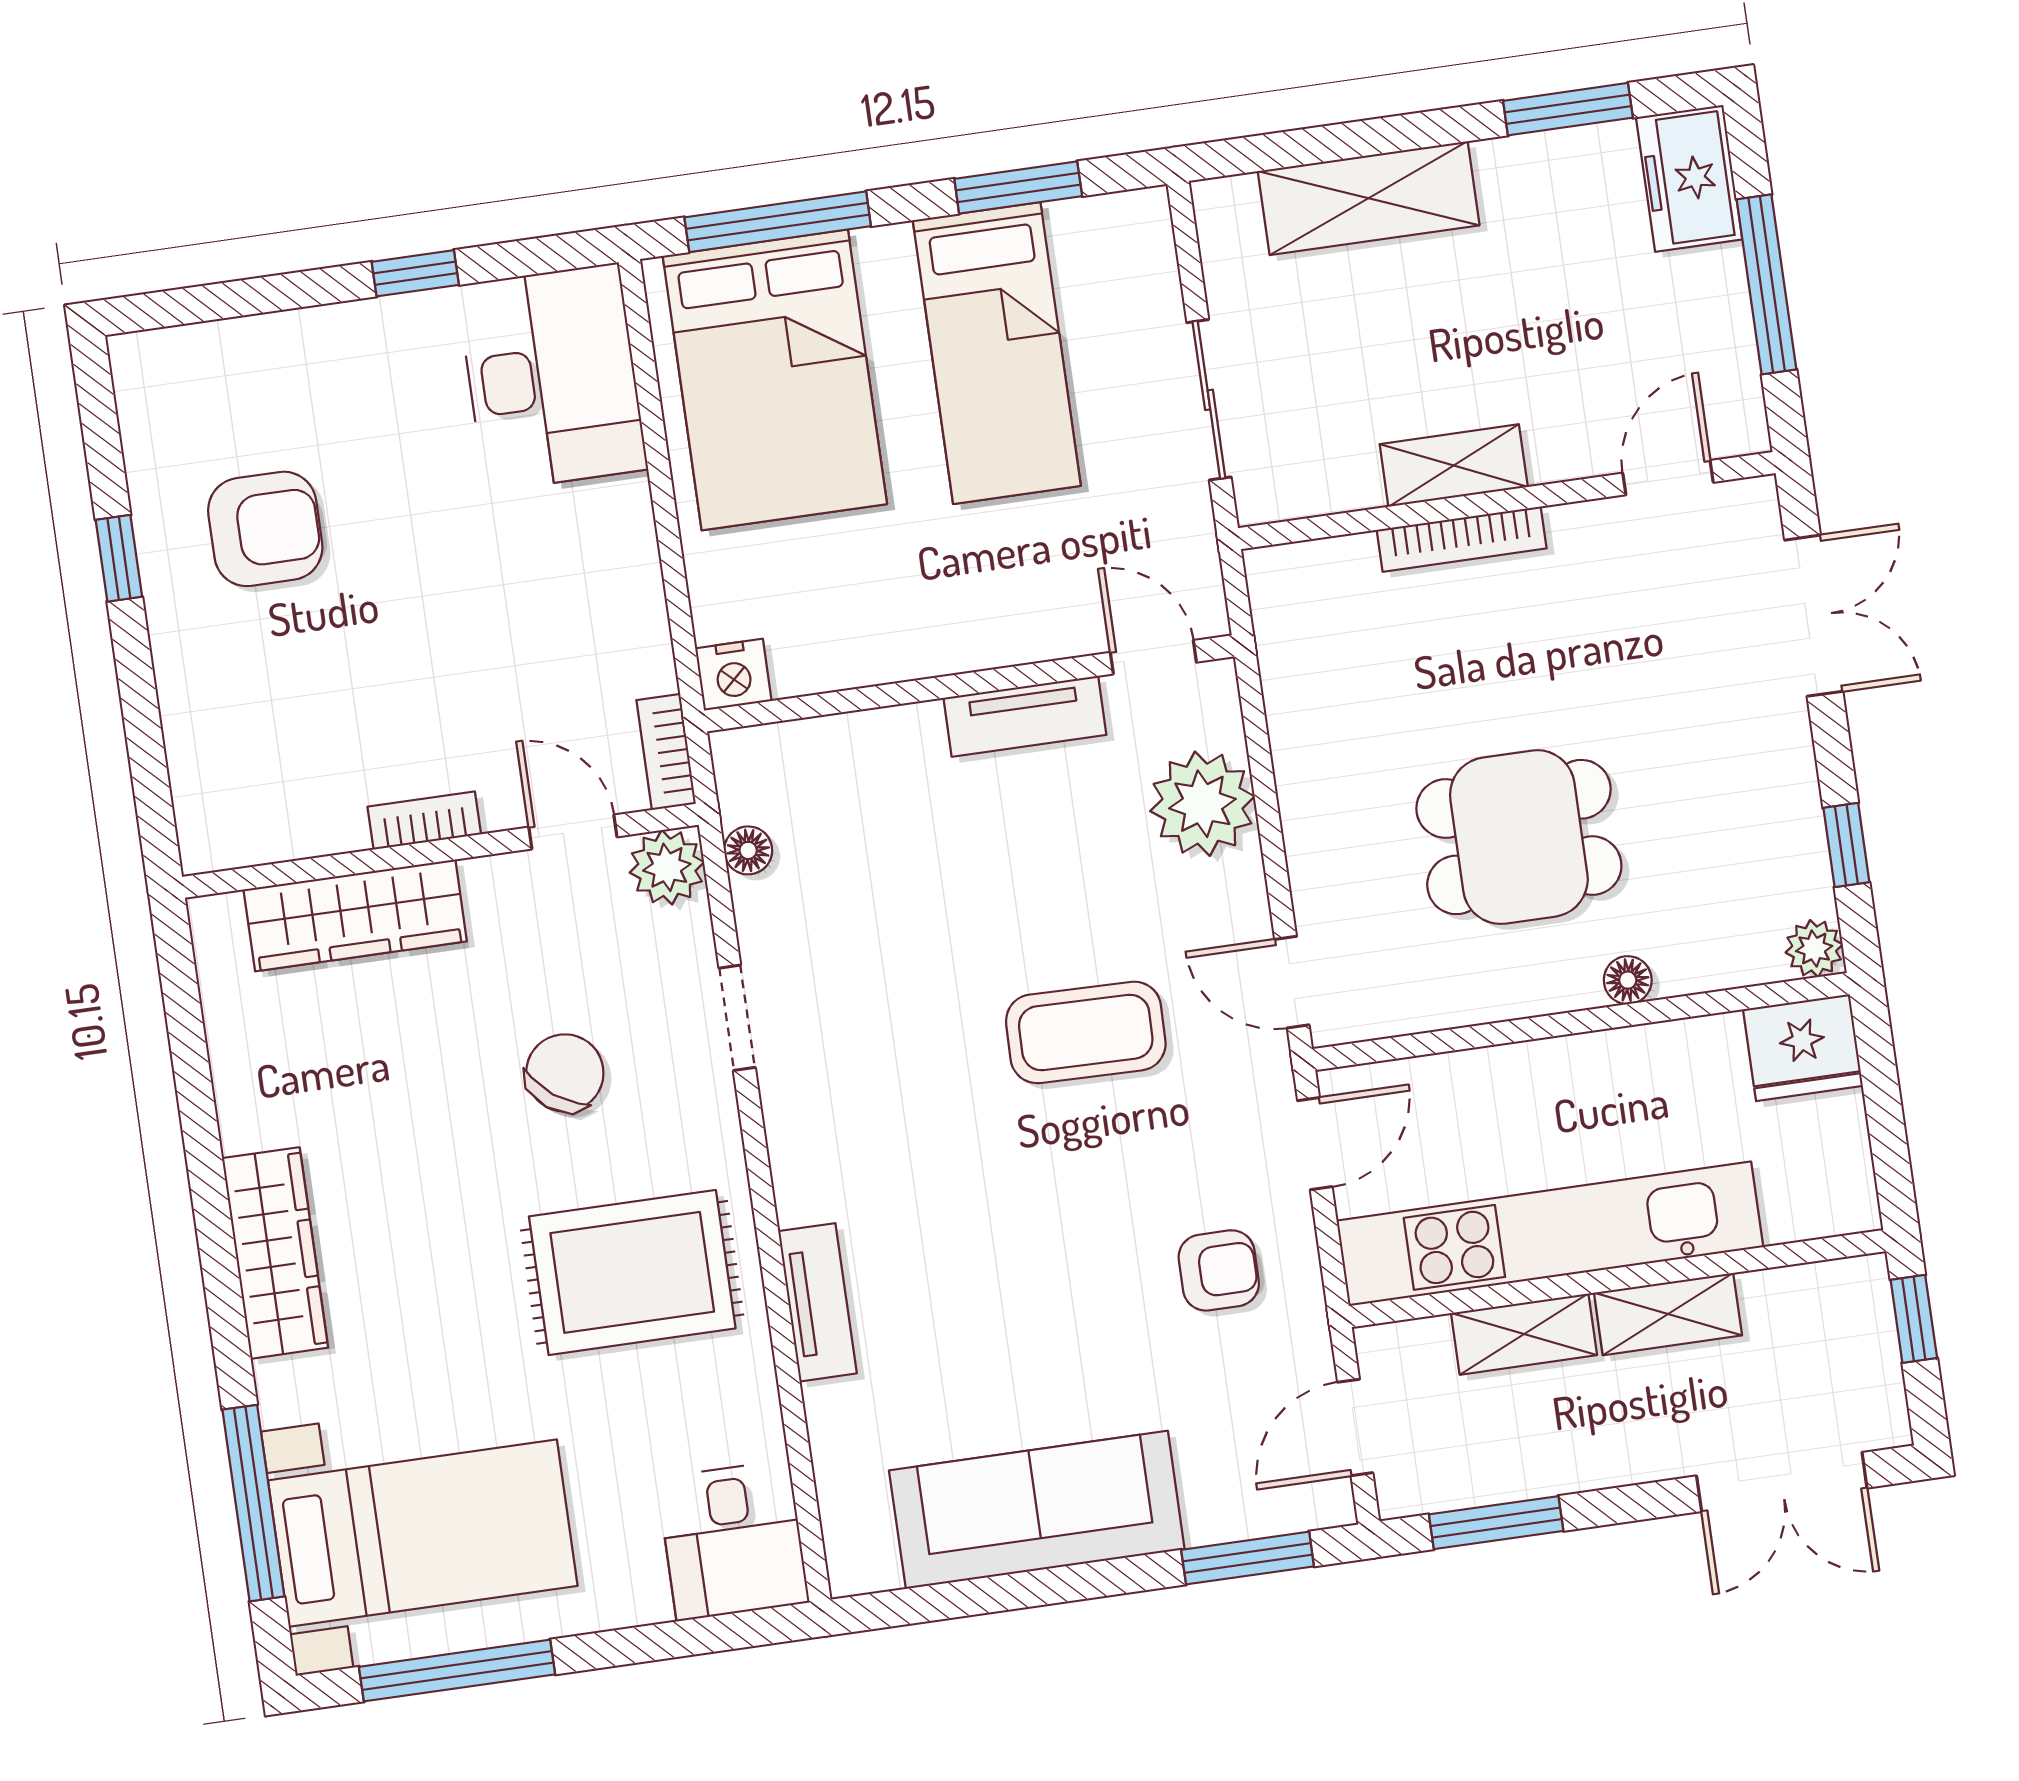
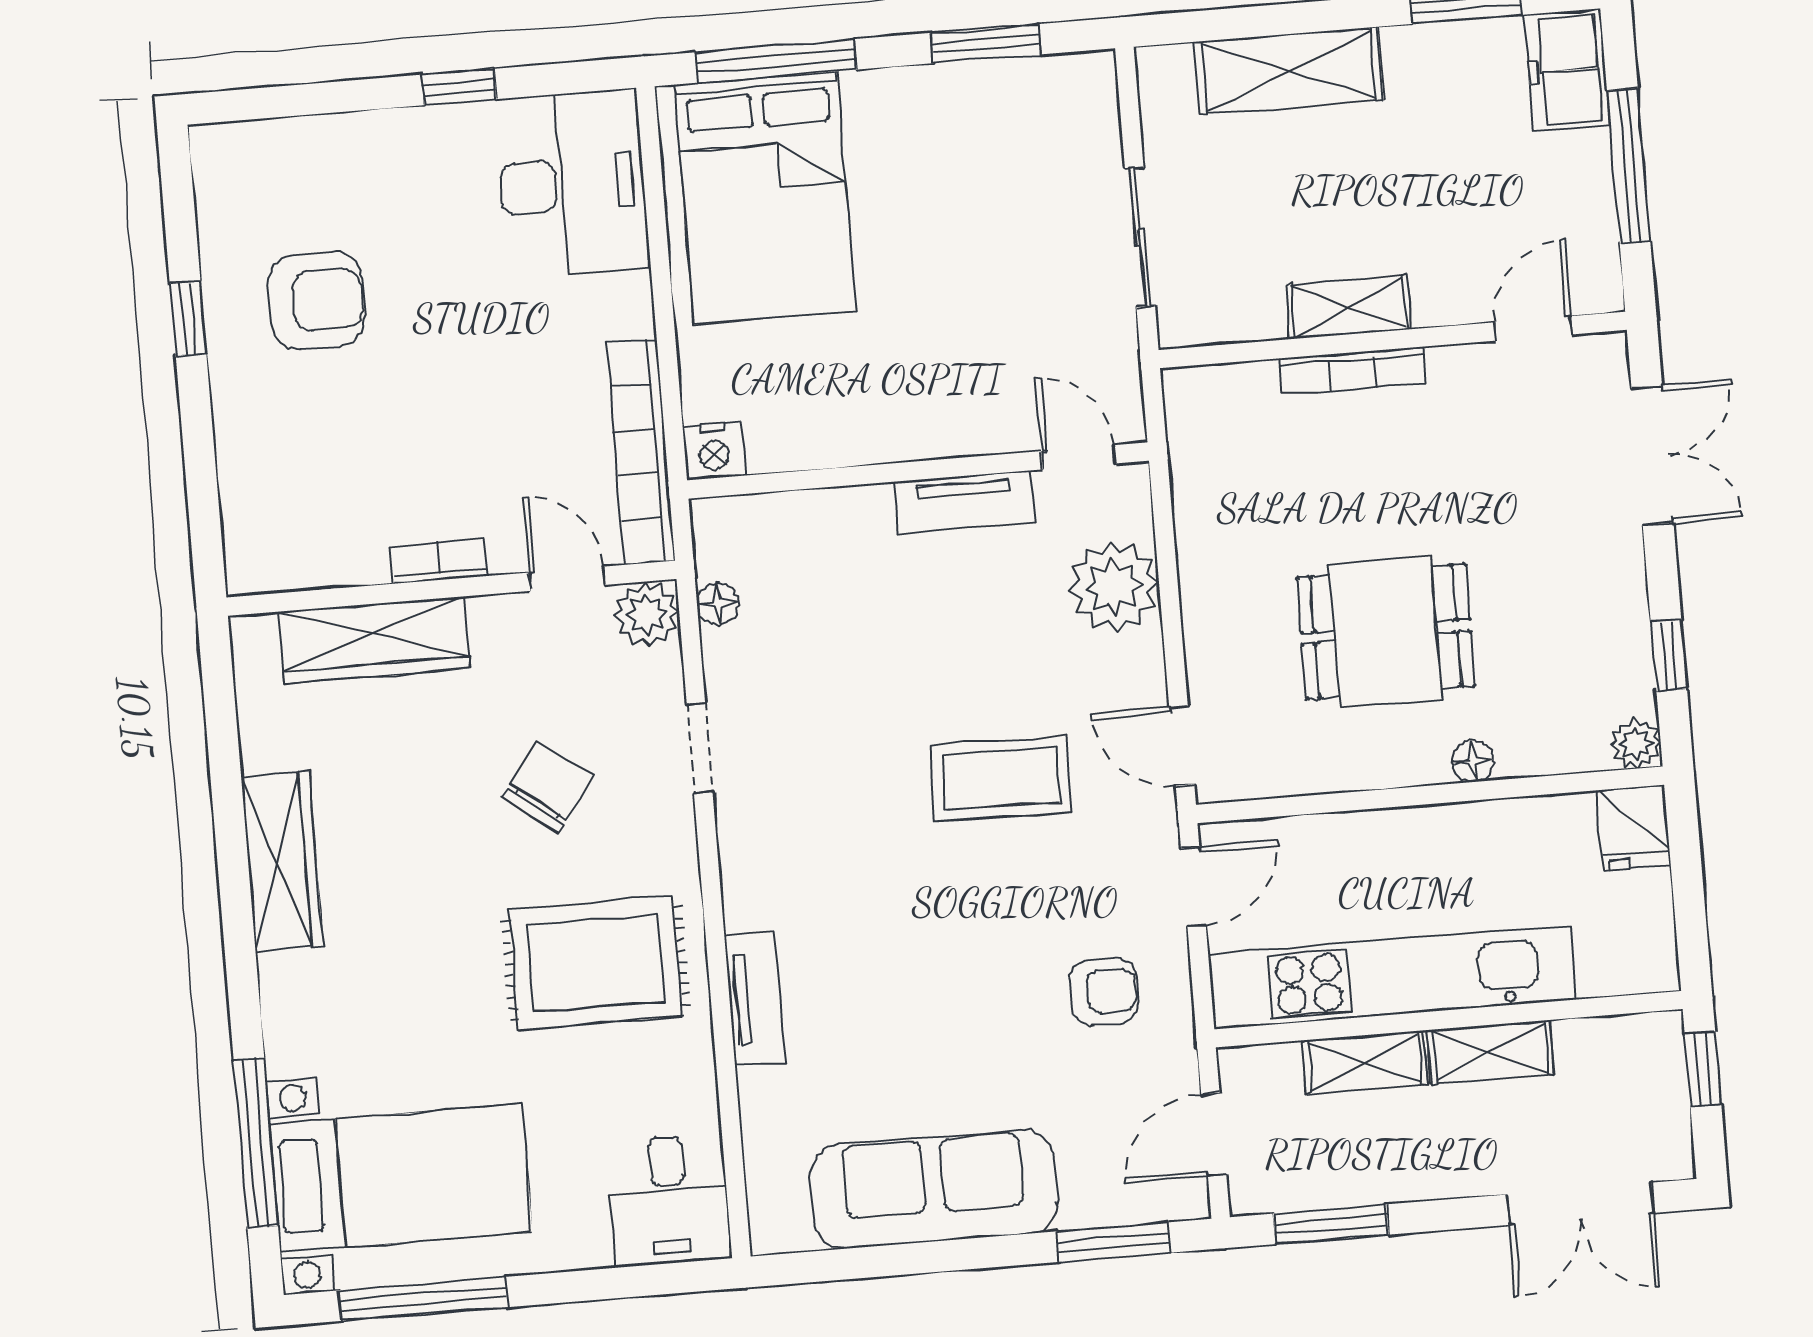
bed: (997, 353) -> (959, 186), removed
bookcase: (666, 752) -> (641, 452), width x2.31, depth x1.31
fridge: (1803, 1048) -> (1634, 828), width x0.72
wardrobe: (275, 1253) -> (282, 862), moved

